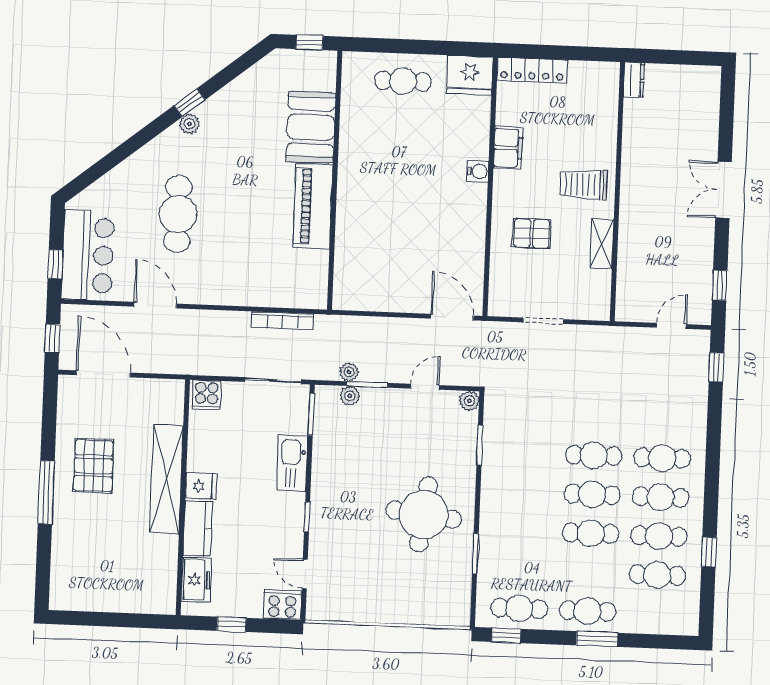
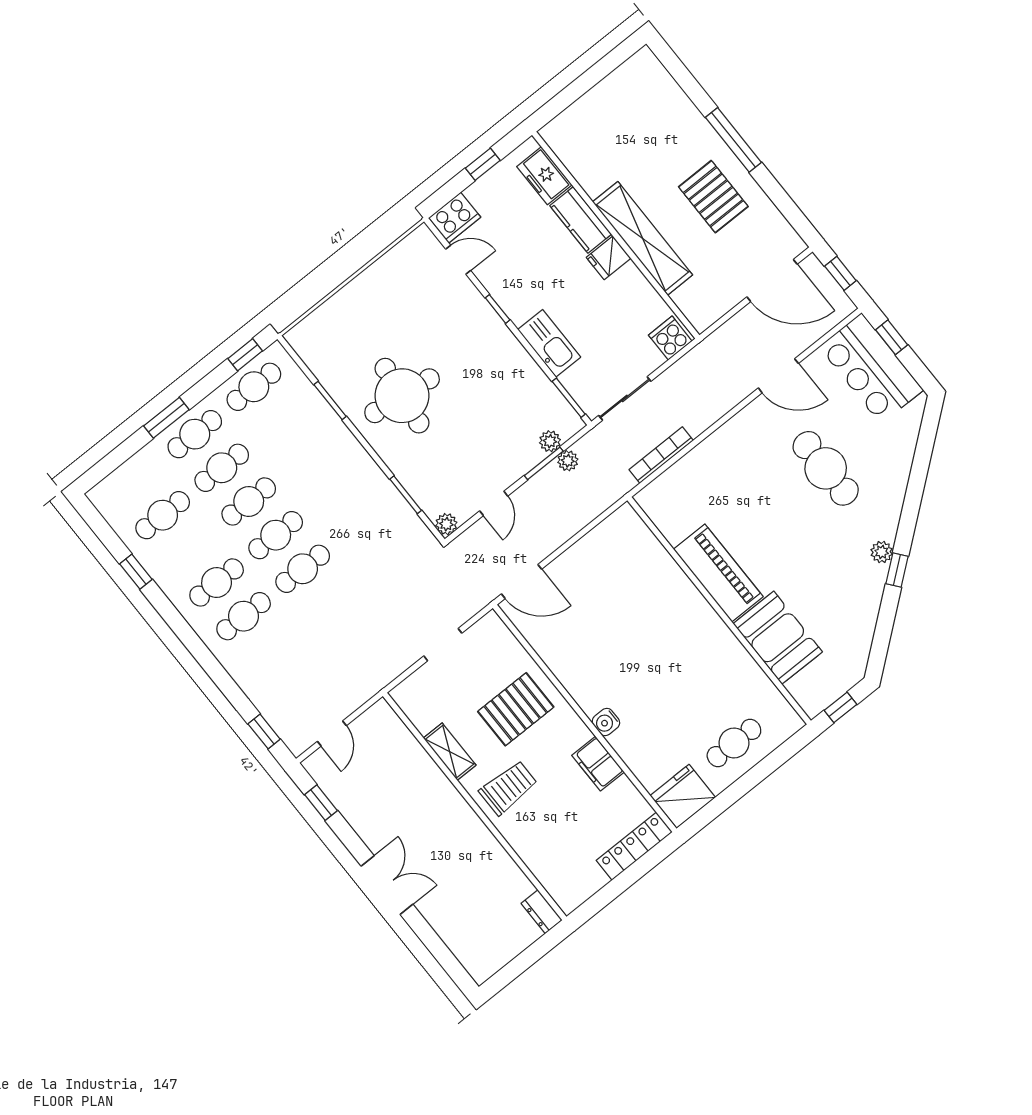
pallet: (532, 233) -> (516, 709), width x1.50, depth x1.42
cafe table: (659, 536) -> (222, 468), moved

